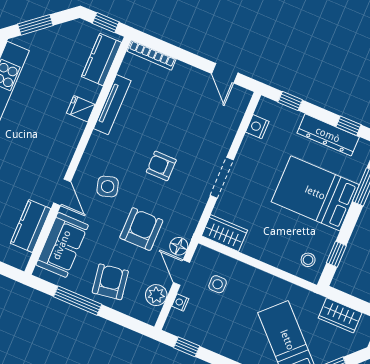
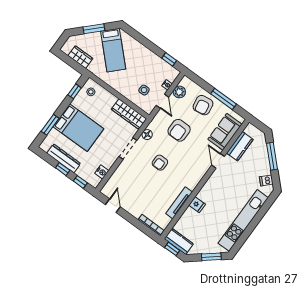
kitchen counter: (101, 59) -> (179, 241), moved, turned -90
window: (349, 126) -> (63, 169), moved
armchair: (161, 166) -> (160, 163), turned 90
side table: (108, 187) -> (192, 158), removed
wardrobe: (224, 233) -> (129, 114), width x1.50
floor lamp: (179, 246) -> (147, 135), moved

